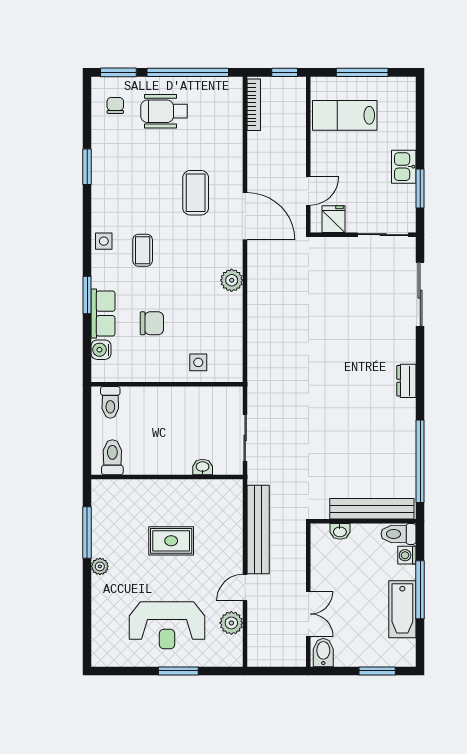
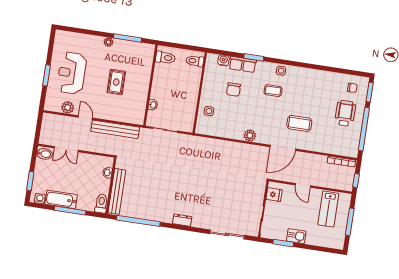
lab bench: (345, 115) -> (328, 209), turned 180
window: (87, 167) -> (322, 68), removed
door: (308, 191) -> (303, 185), moved
washing machine: (407, 555) -> (40, 199), moved

